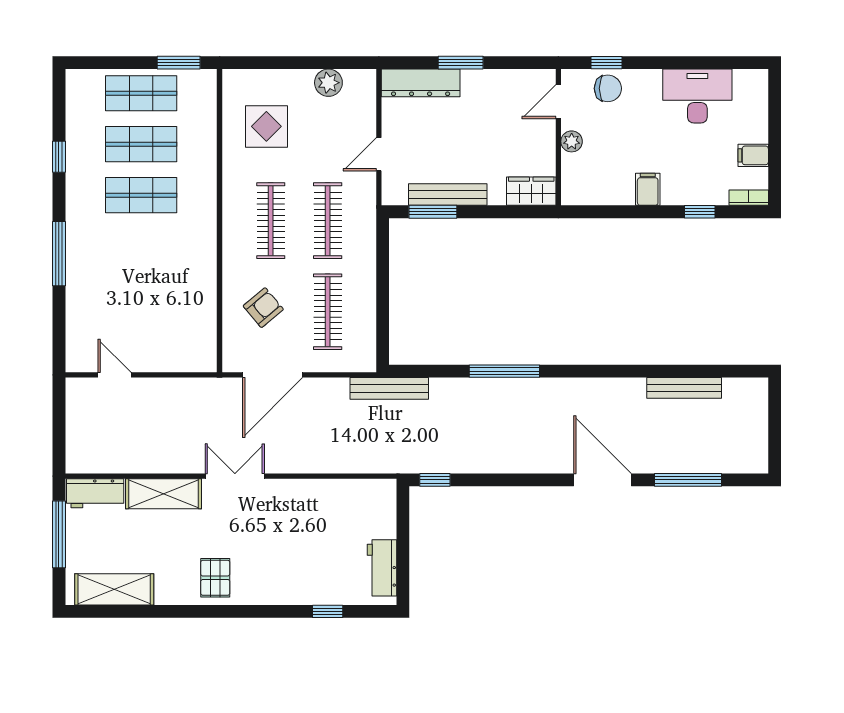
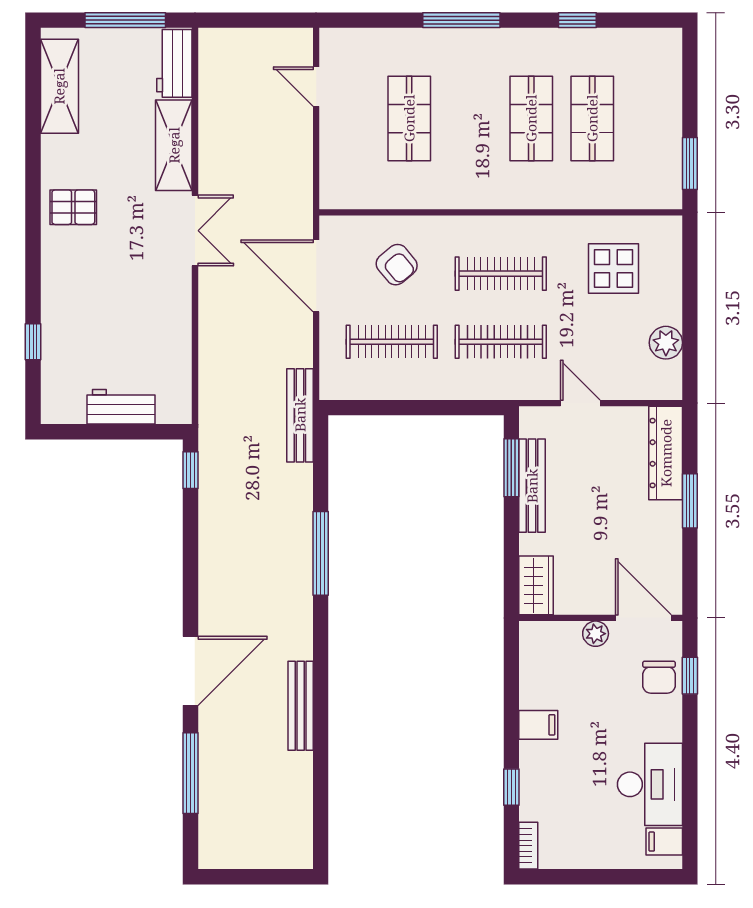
shop shelf: (141, 93) -> (409, 118), moved
door: (558, 102) -> (643, 618), width x1.37
filing cabinet: (753, 155) -> (664, 842), moved, turned -90
door: (114, 375) -> (316, 87), swing flipped
bench: (684, 388) -> (301, 706), moved
workbench: (382, 568) -> (121, 407), moved

